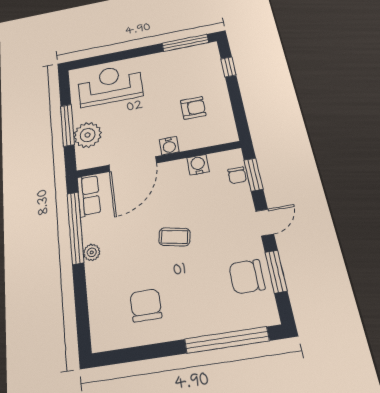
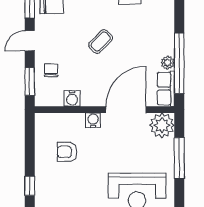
plant: (88, 135) -> (162, 125), moved
chair: (237, 175) -> (51, 70), moved
coffee table: (174, 237) -> (101, 42), turned -57
plant: (92, 252) -> (168, 63), moved

